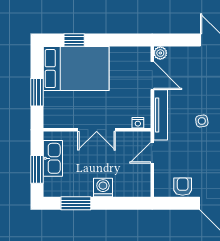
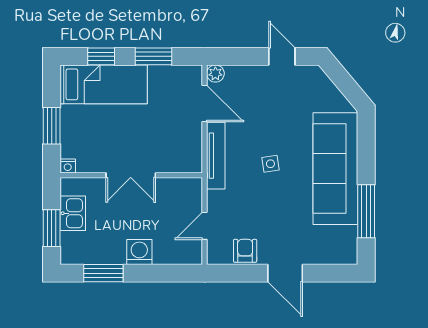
window: (114, 40) -> (153, 56), added
bed: (76, 69) -> (104, 84), width x0.67
nightstand: (138, 123) -> (68, 166), moved
door: (152, 153) -> (205, 226), moved
kitchen sink: (53, 158) -> (73, 213), width x0.73

